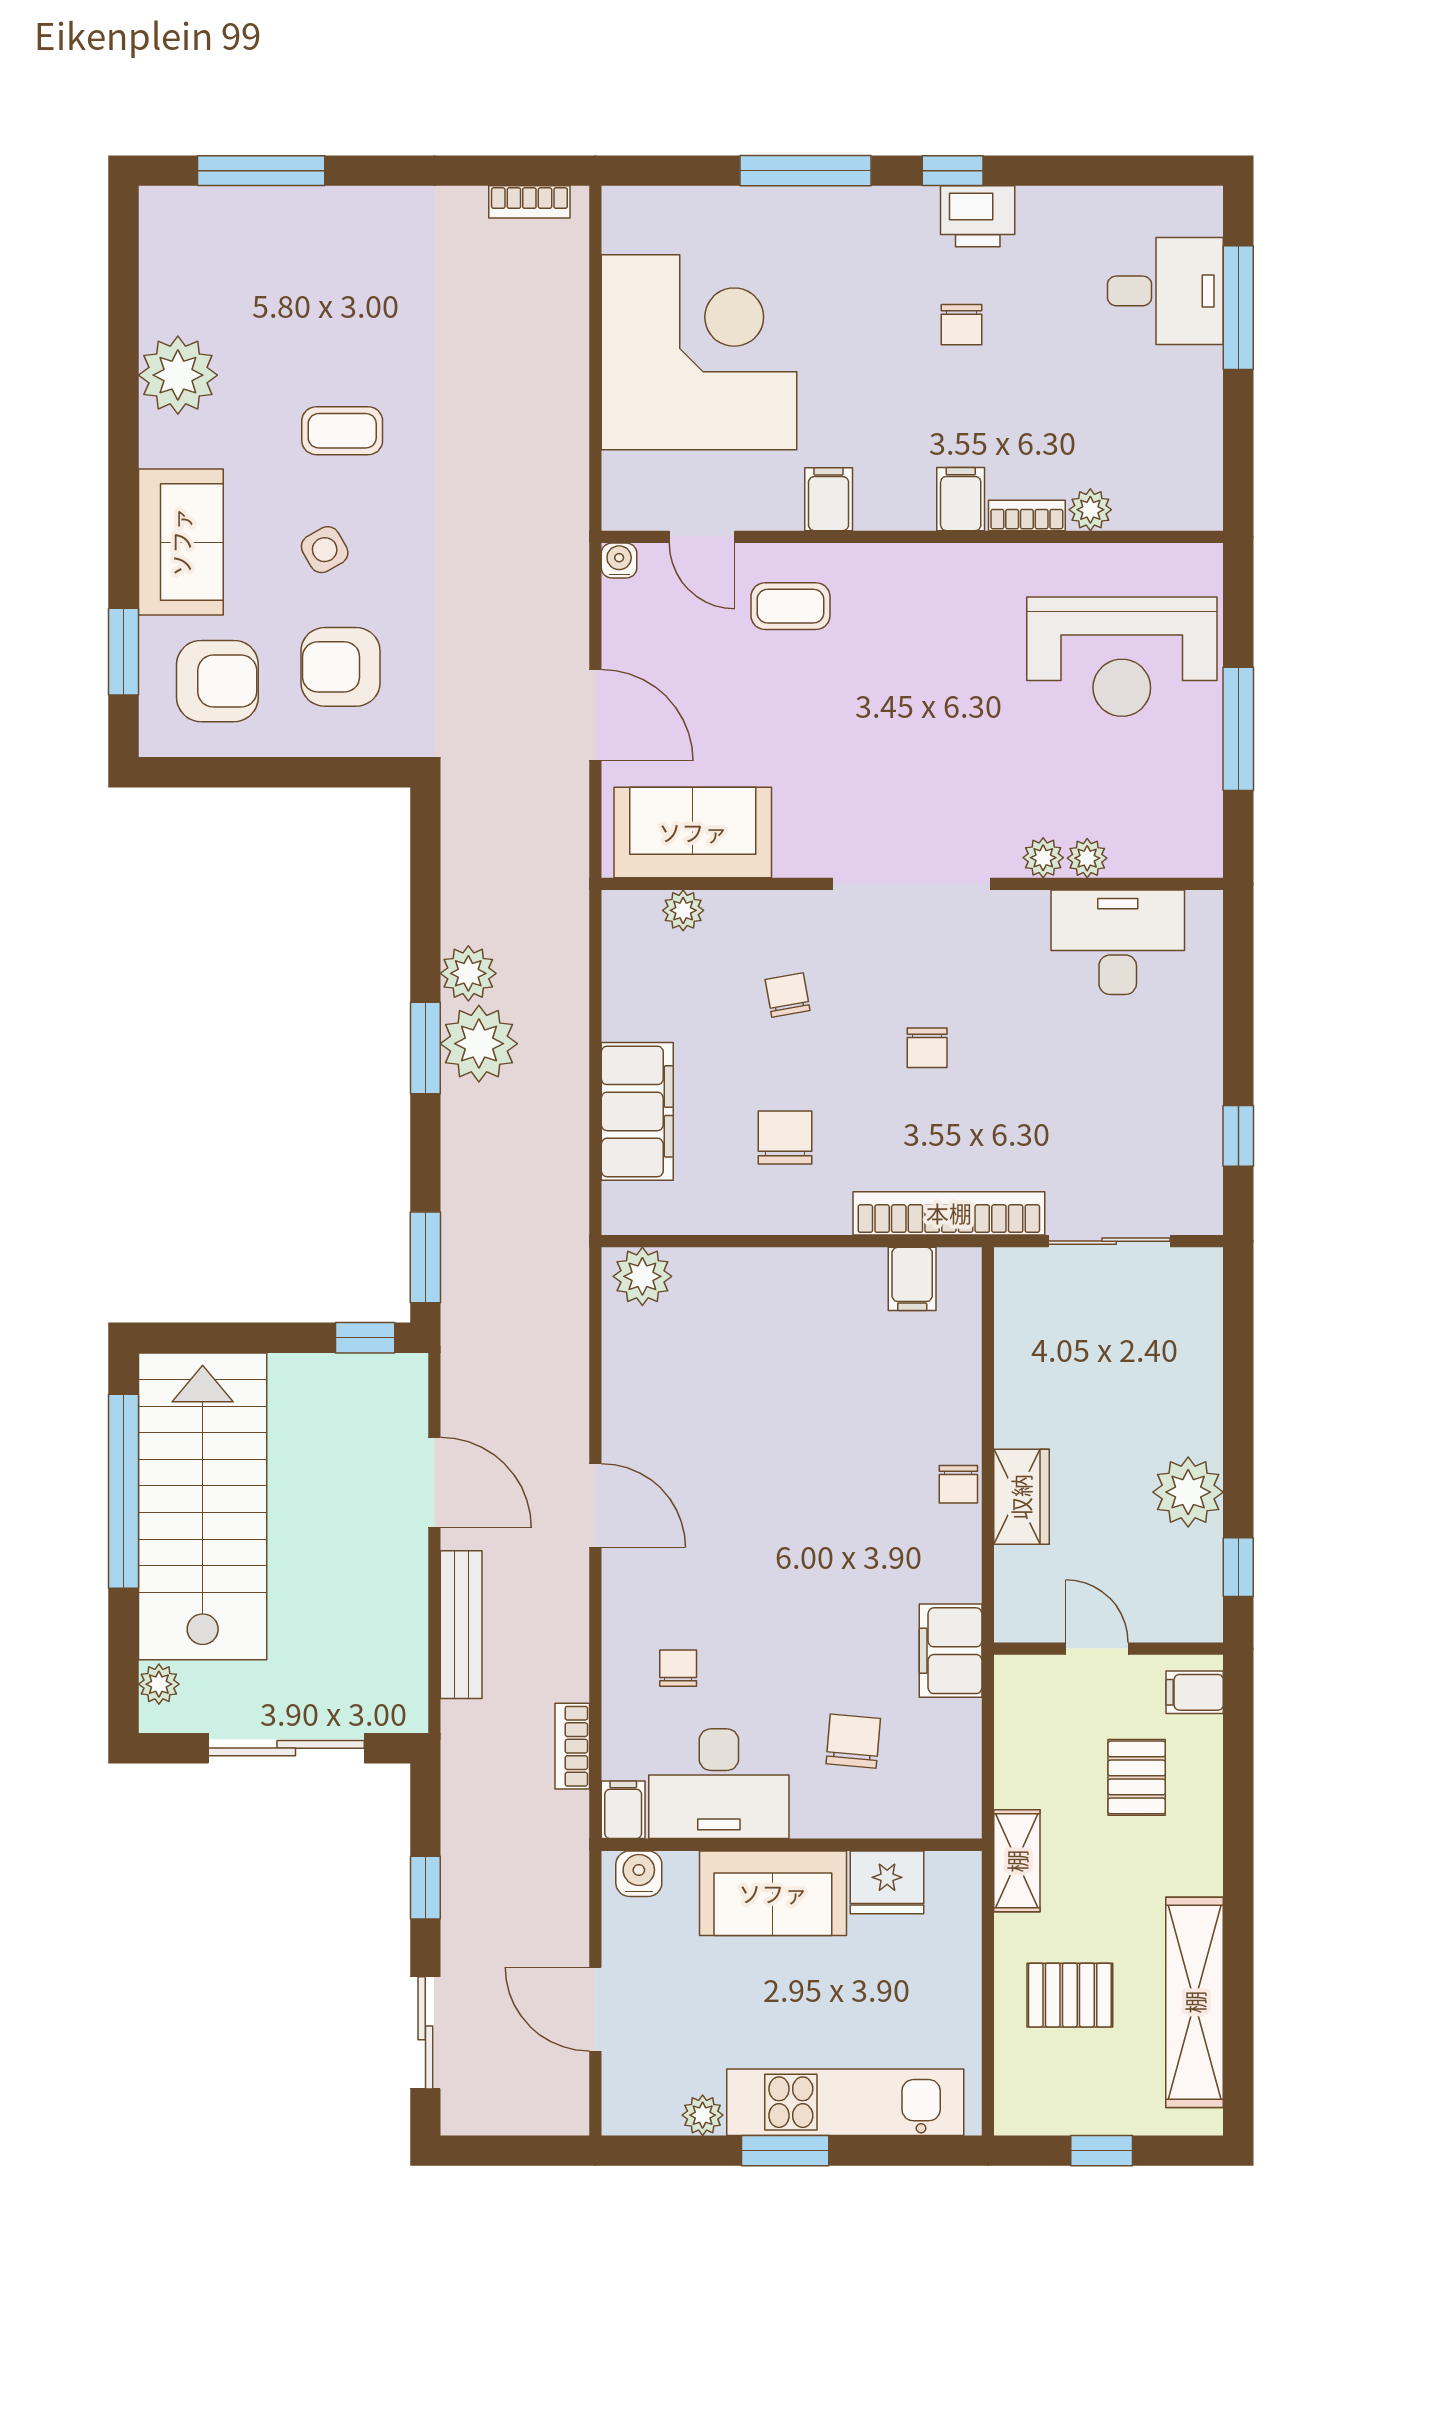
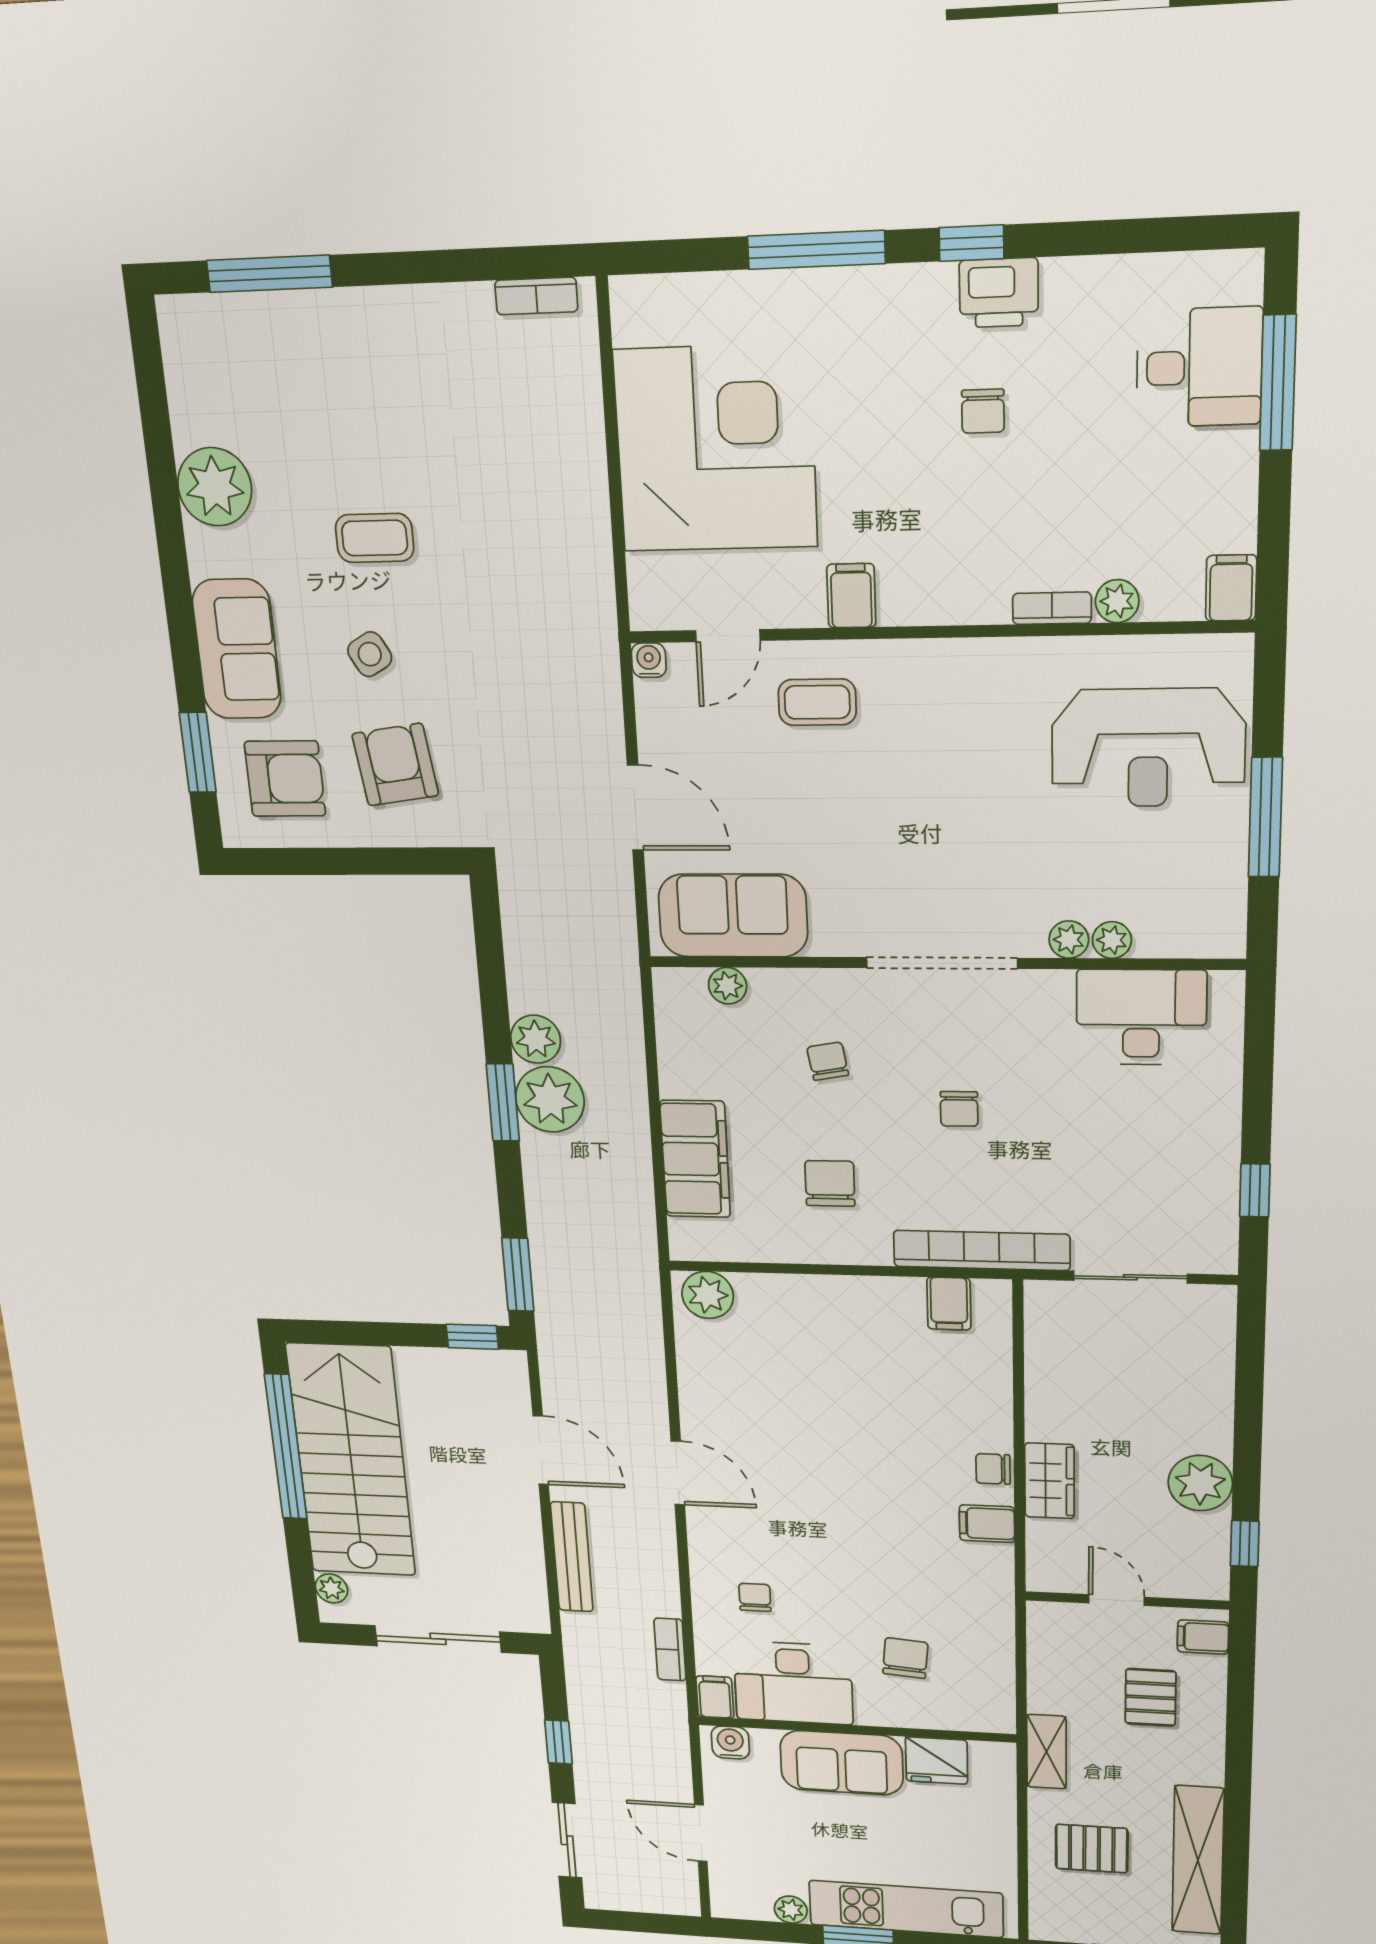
filing cabinet: (961, 499) -> (1231, 588), moved
door: (702, 537) -> (728, 636), hinge flipped
armchair: (340, 667) -> (395, 765), turned 82
chair: (958, 1484) -> (993, 1469), turned 90
filing cabinet: (951, 1651) -> (987, 1524), moved, width x0.50

